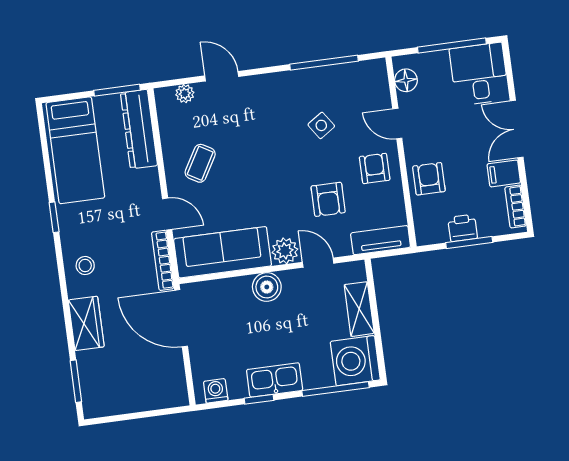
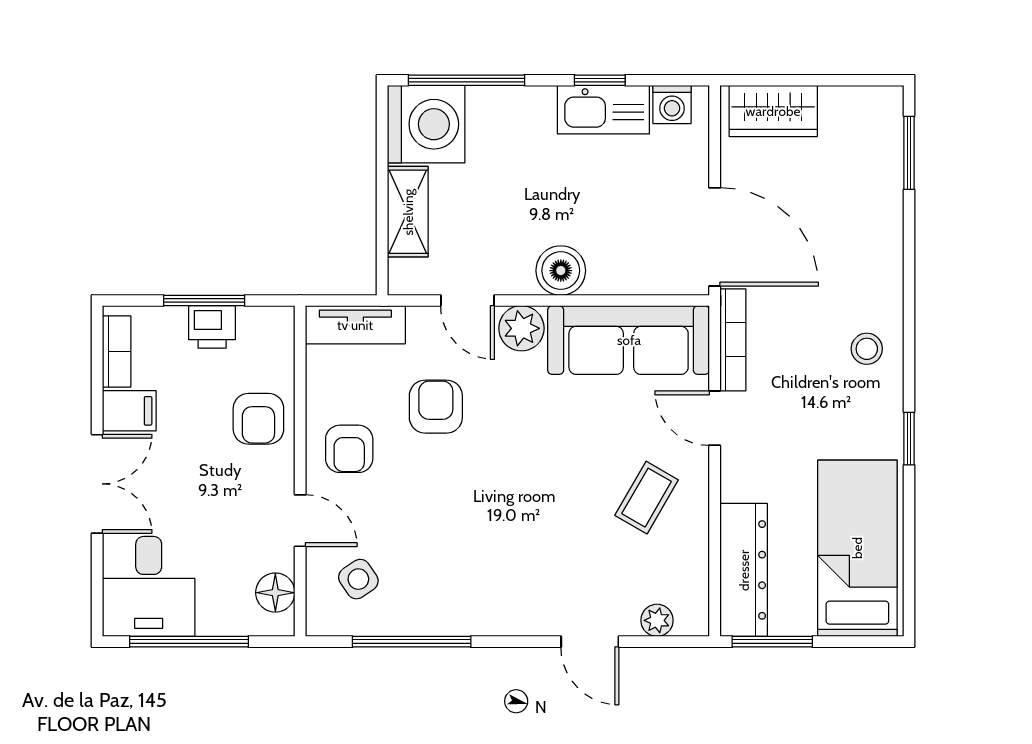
side table: (321, 125) -> (358, 579), moved
wardrobe: (86, 323) -> (773, 111), moved, turned -90
kitchen sink: (275, 380) -> (603, 110), moved

